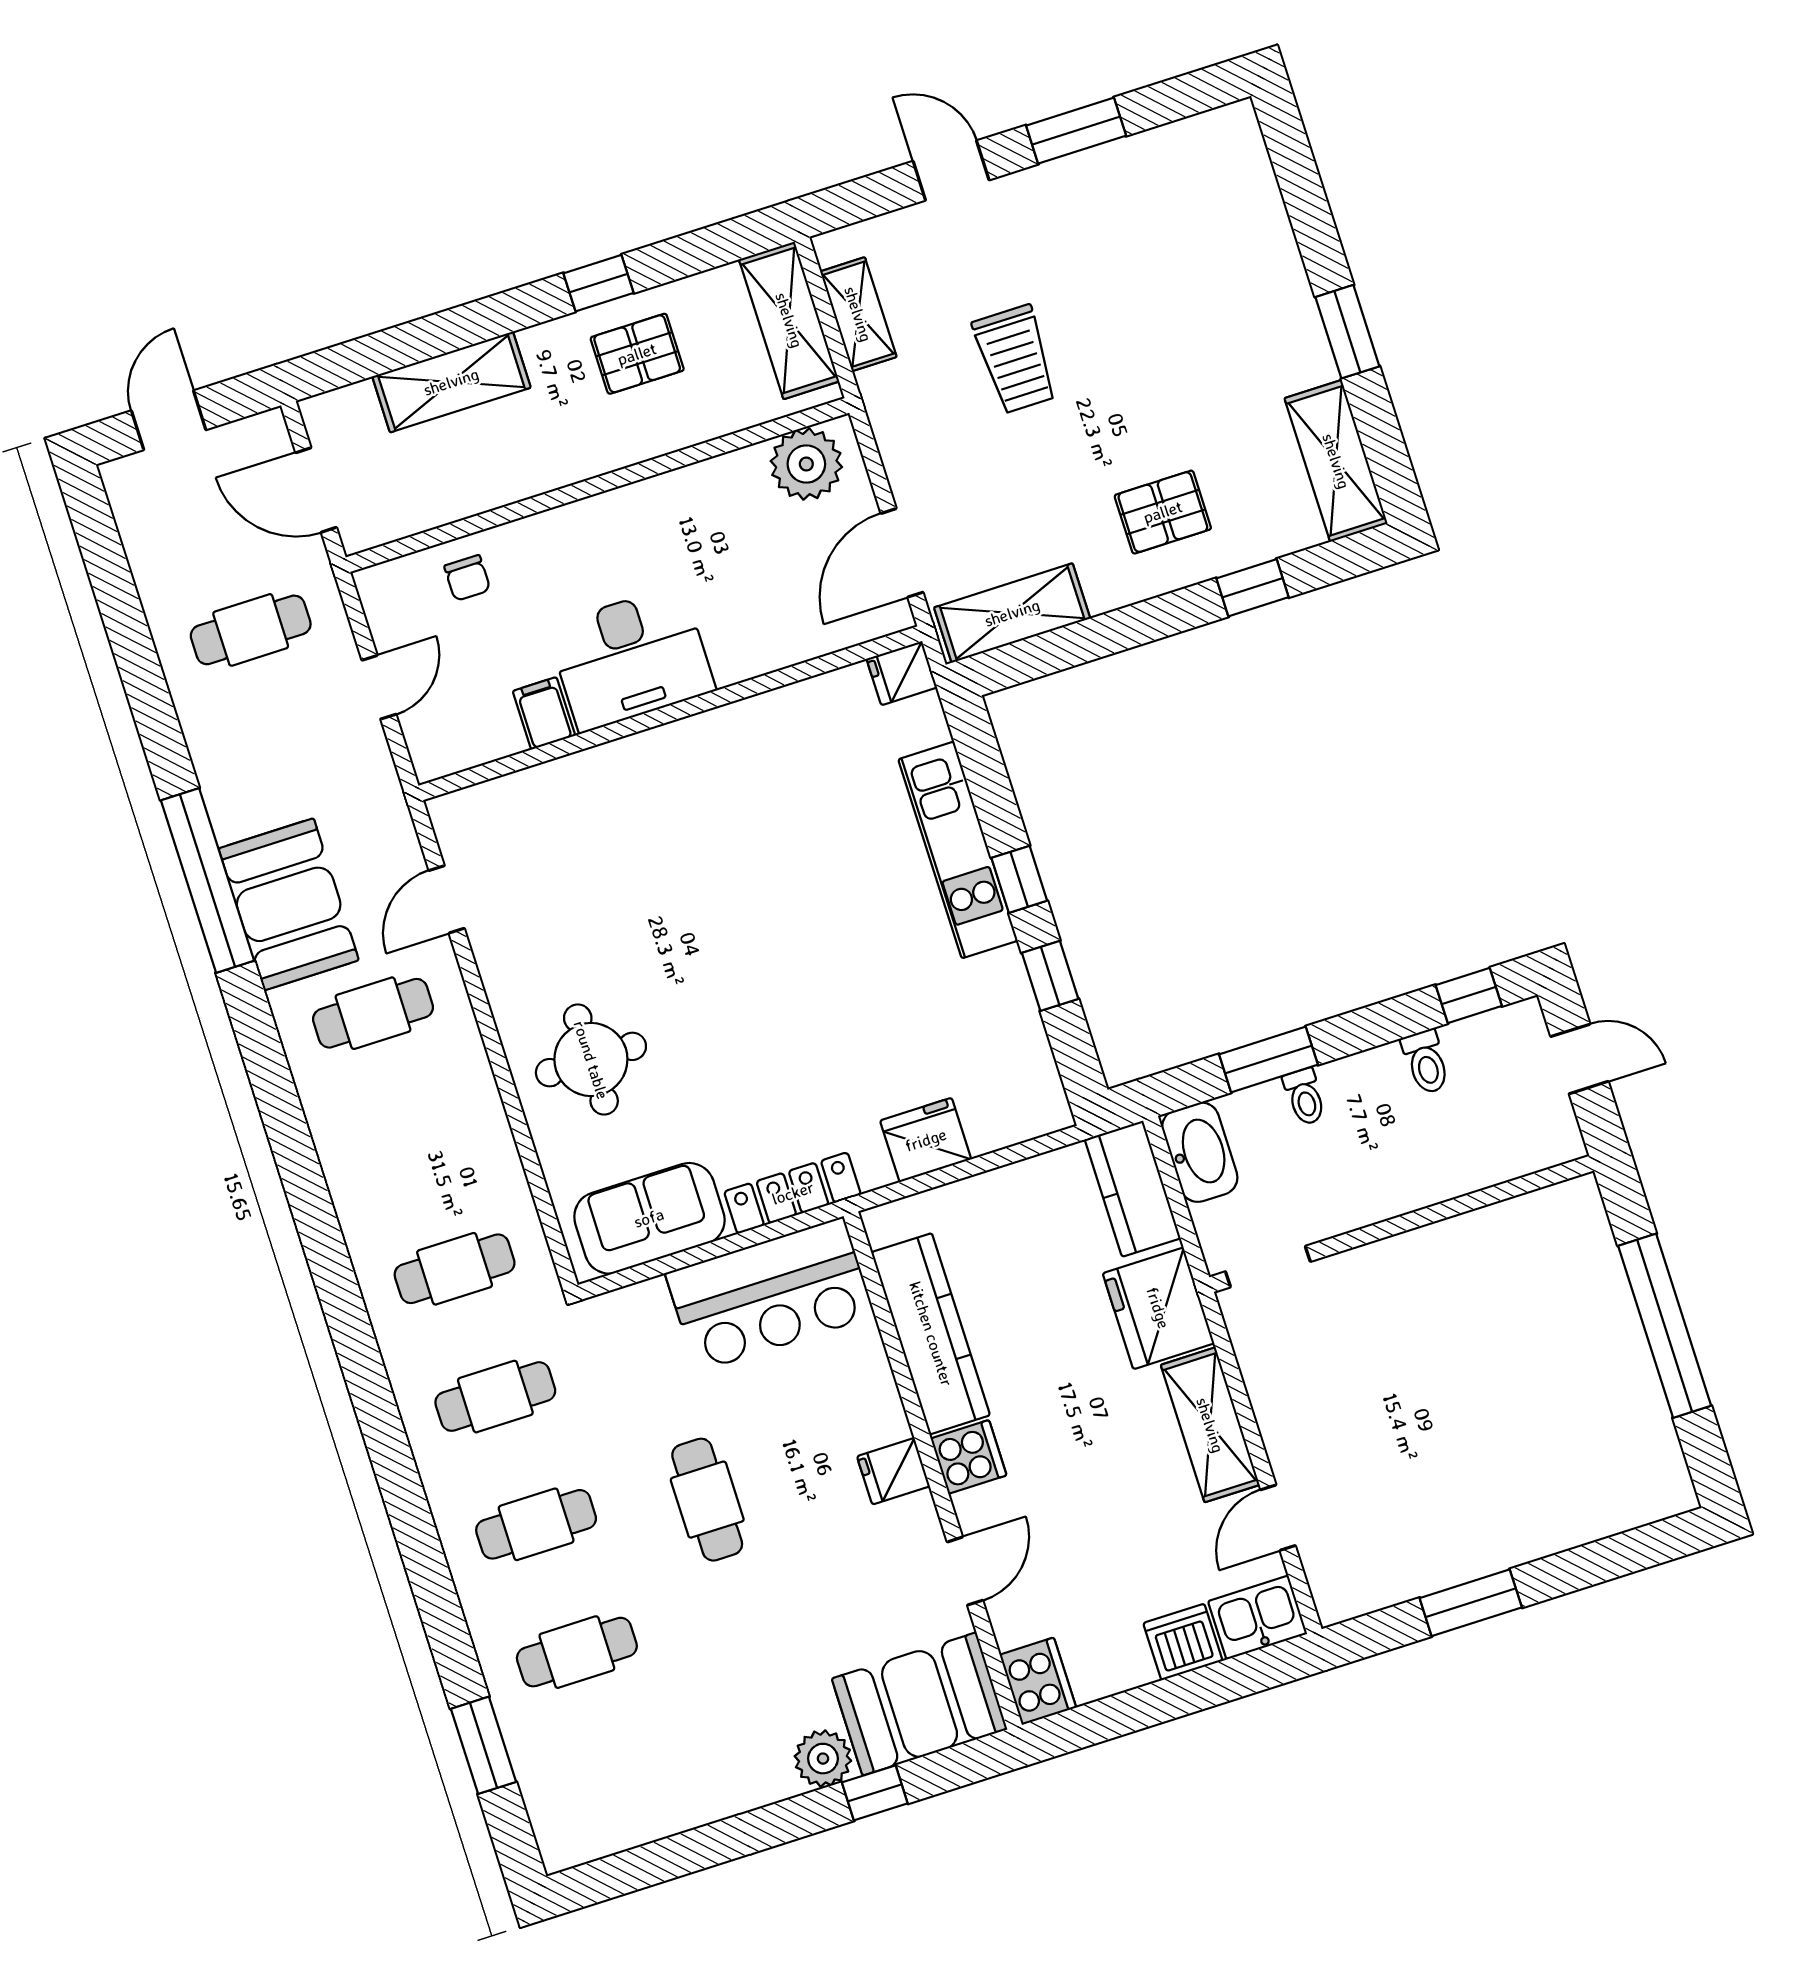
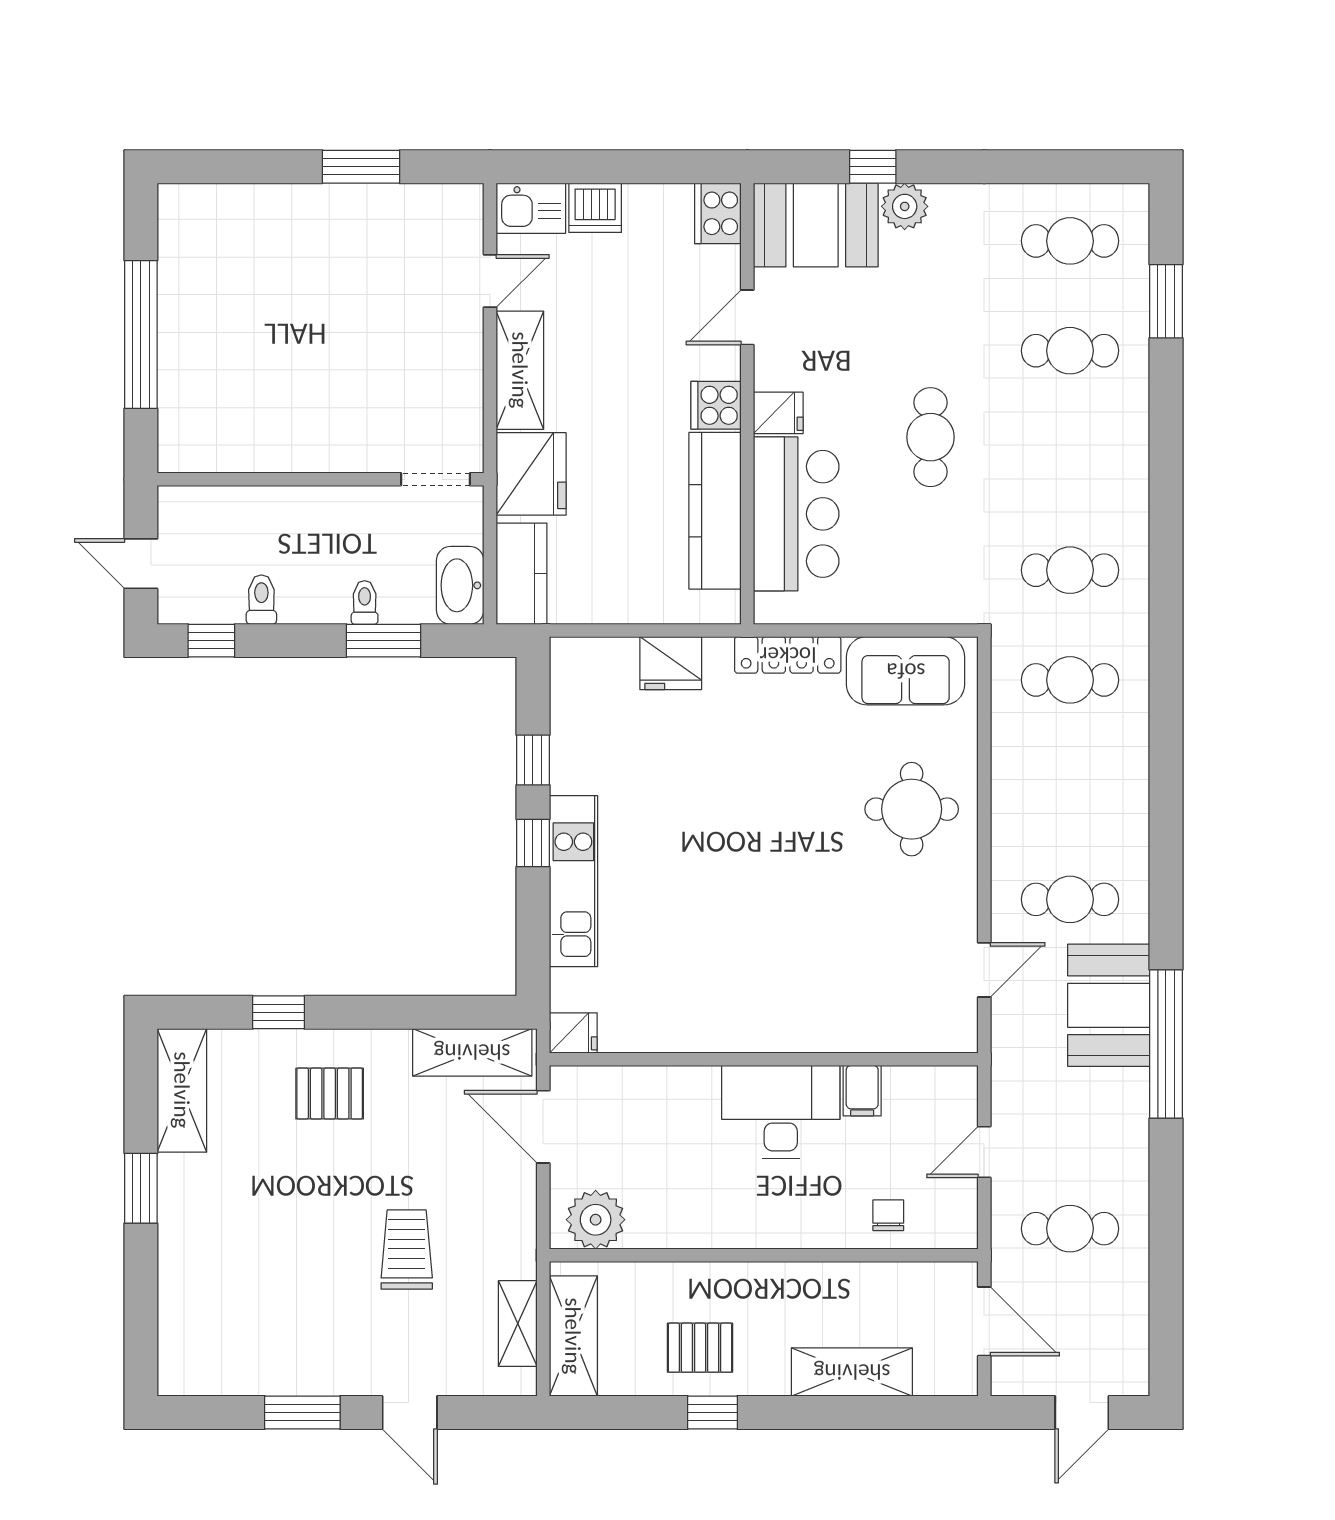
door: (902, 553) -> (543, 1127), swing flipped
bar counter: (770, 1294) -> (796, 514), moved, turned 90
cafe table: (536, 1524) -> (1070, 241), moved

